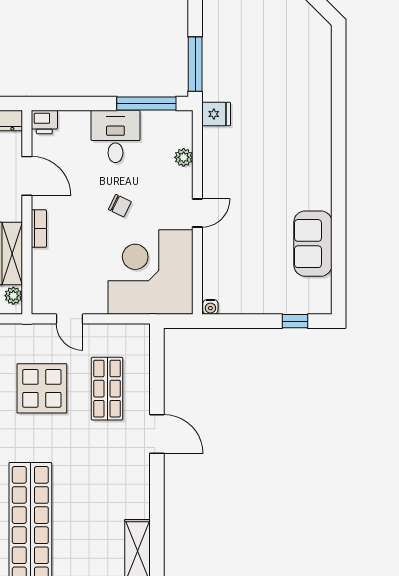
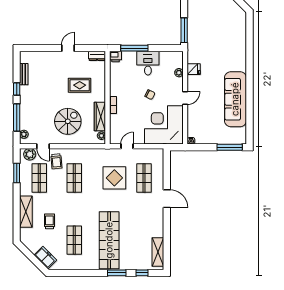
window: (146, 104) -> (134, 48), moved
fridge: (216, 114) -> (194, 69), moved
door: (27, 176) -> (108, 81), removed
sofa: (313, 244) -> (235, 99), width x1.85, depth x1.27
door: (69, 319) -> (127, 146), swing flipped
window: (295, 321) -> (230, 147), width x2.17

